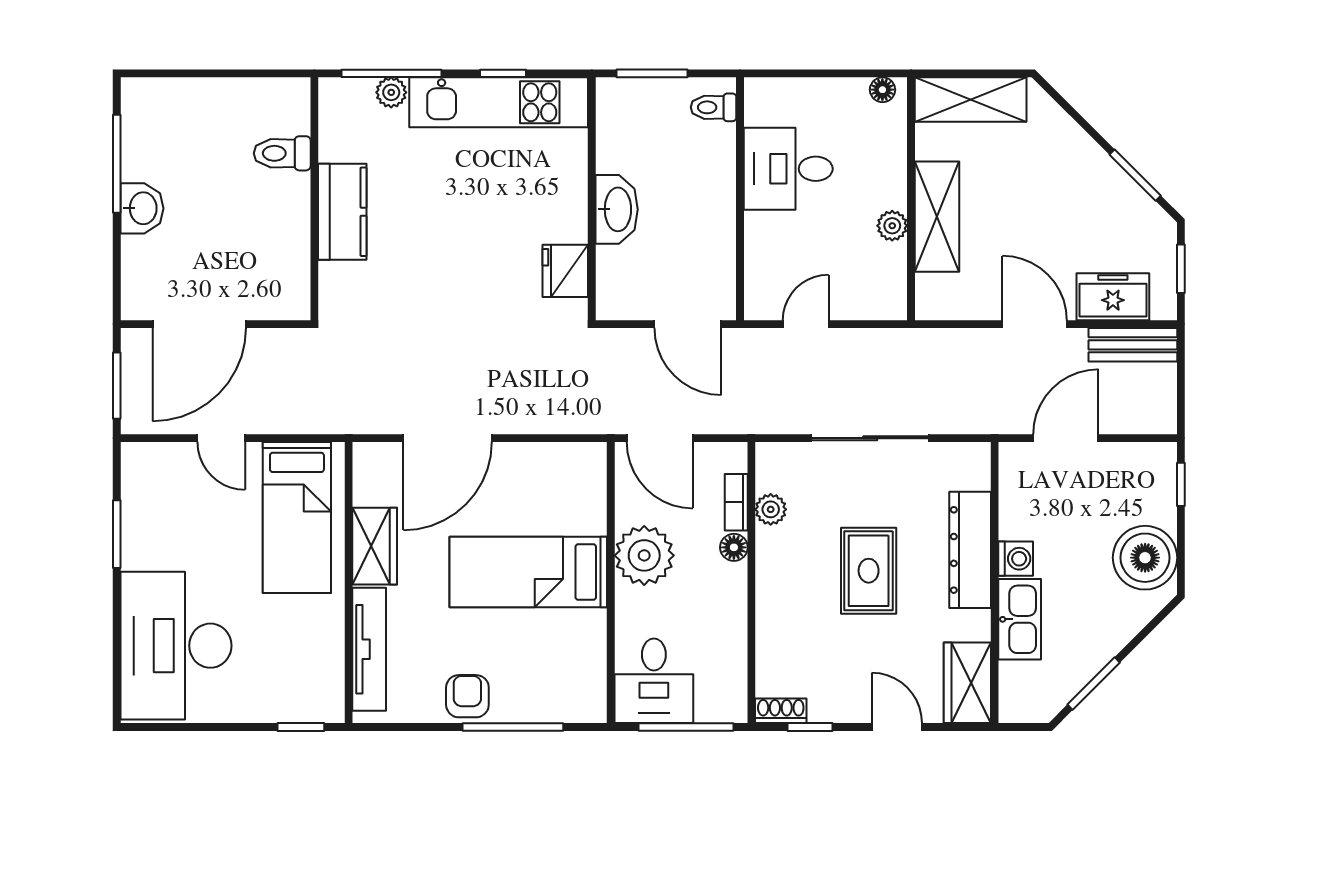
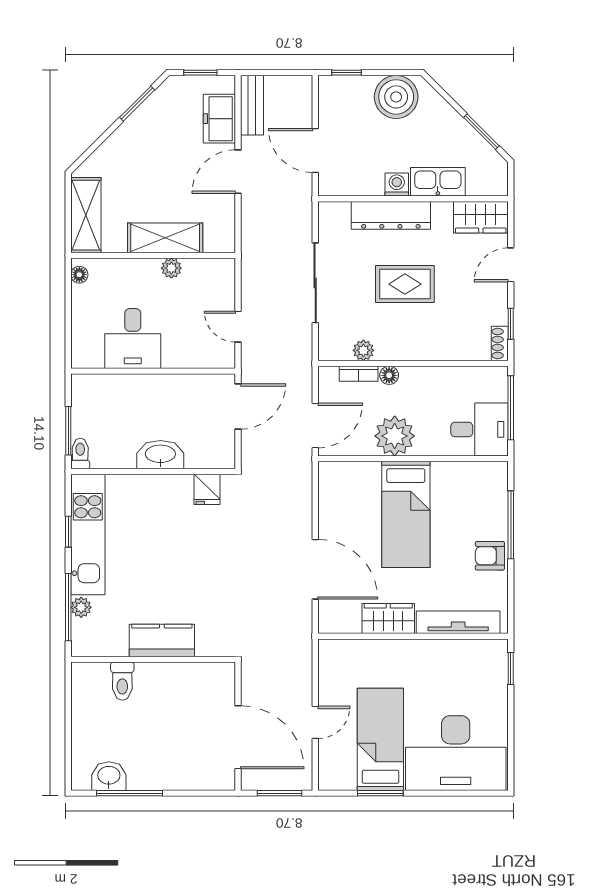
toilet: (713, 107) -> (80, 454), moved, turned 180
washbasin: (142, 208) -> (109, 776), moved
fridge: (565, 271) -> (207, 489), width x0.72
bed: (297, 518) -> (380, 739), moved, turned -90

